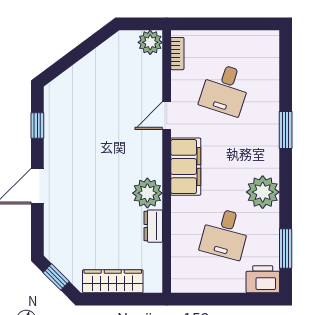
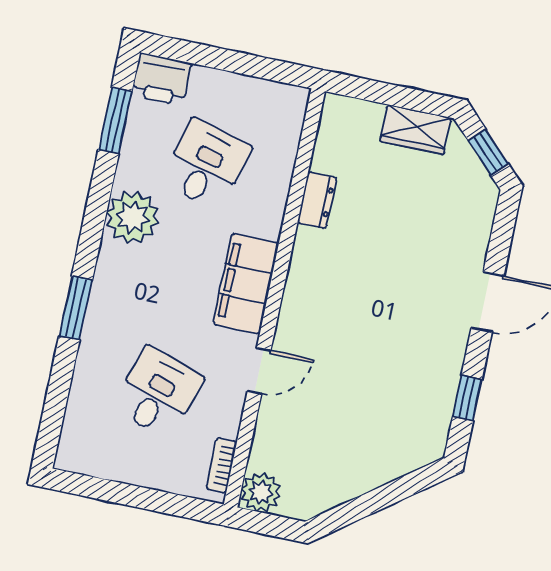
plant: (147, 193) -> (315, 254), removed
wardrobe: (113, 281) -> (416, 130), width x0.67

